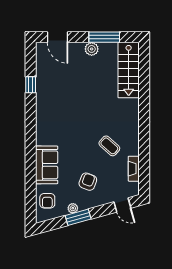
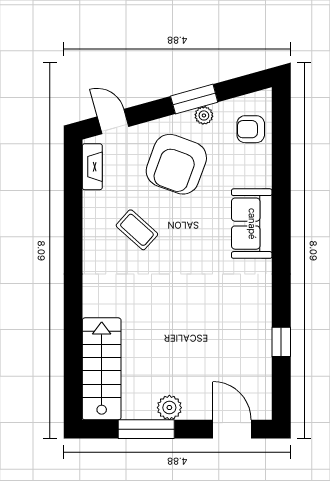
sofa: (47, 165) -> (252, 224), moved
fireplace: (134, 169) -> (92, 167), moved
armchair: (88, 182) -> (176, 164), width x1.88, depth x1.88
armchair: (47, 201) -> (251, 129), turned -90

